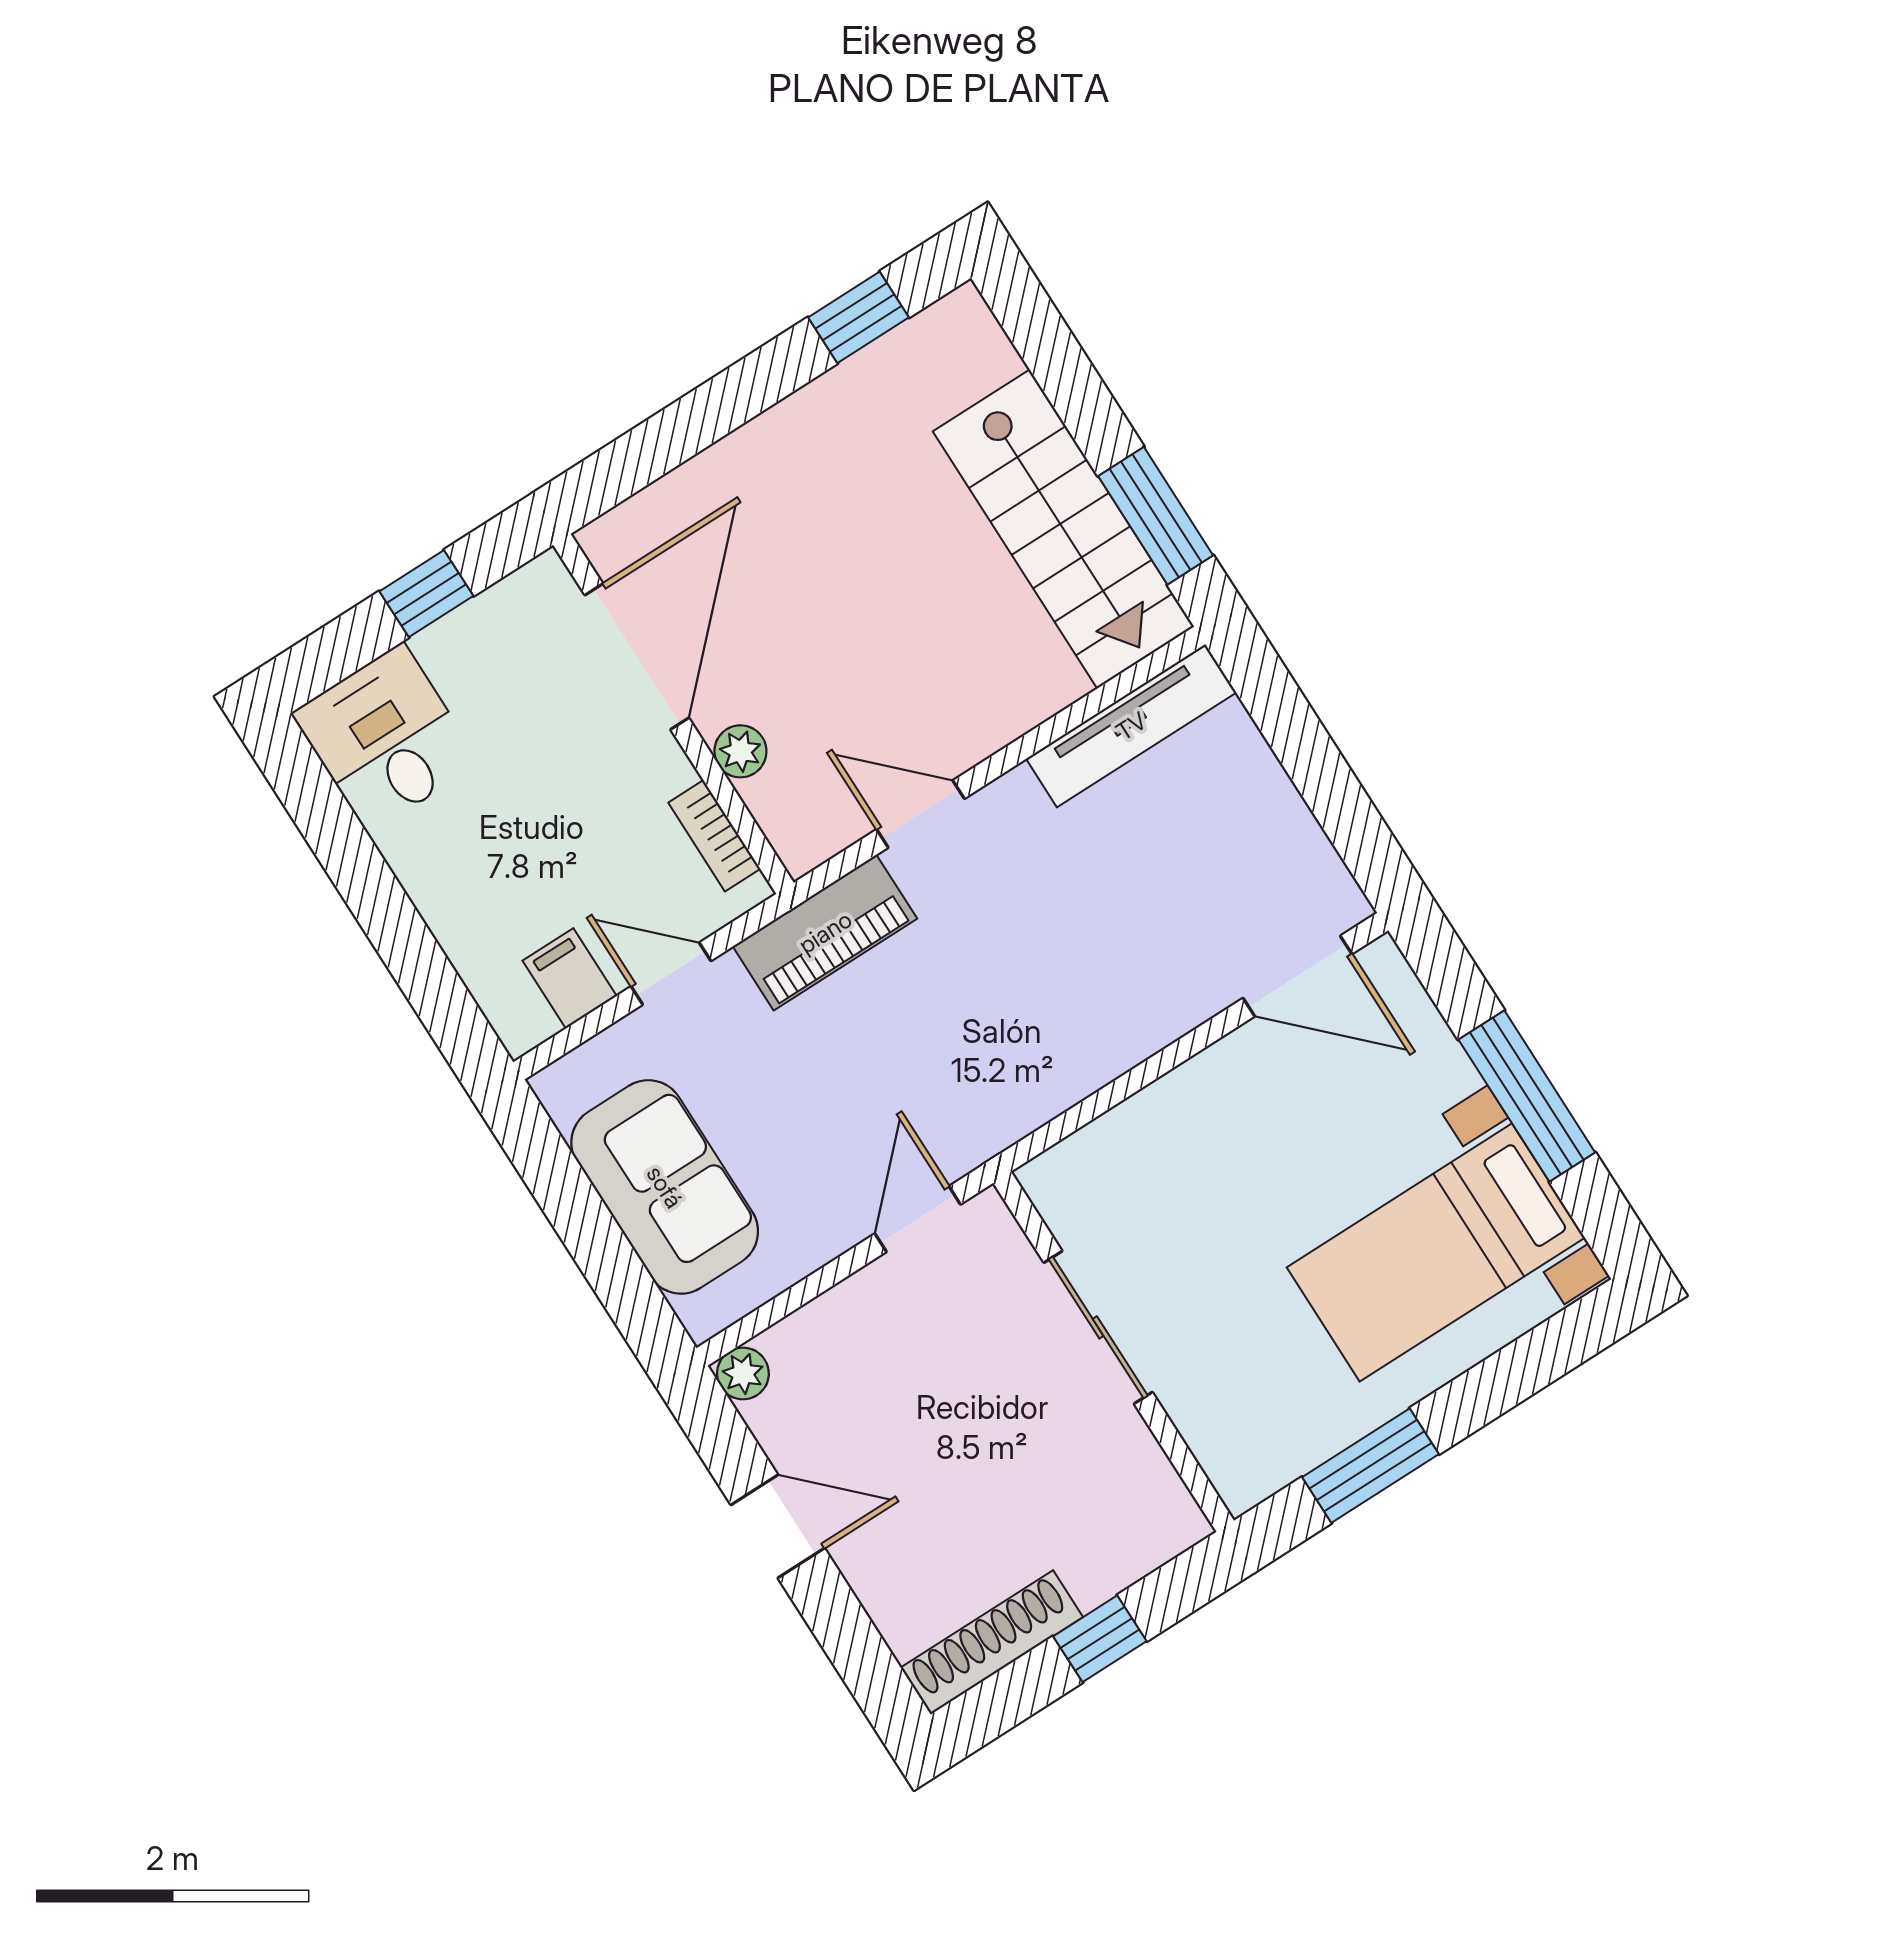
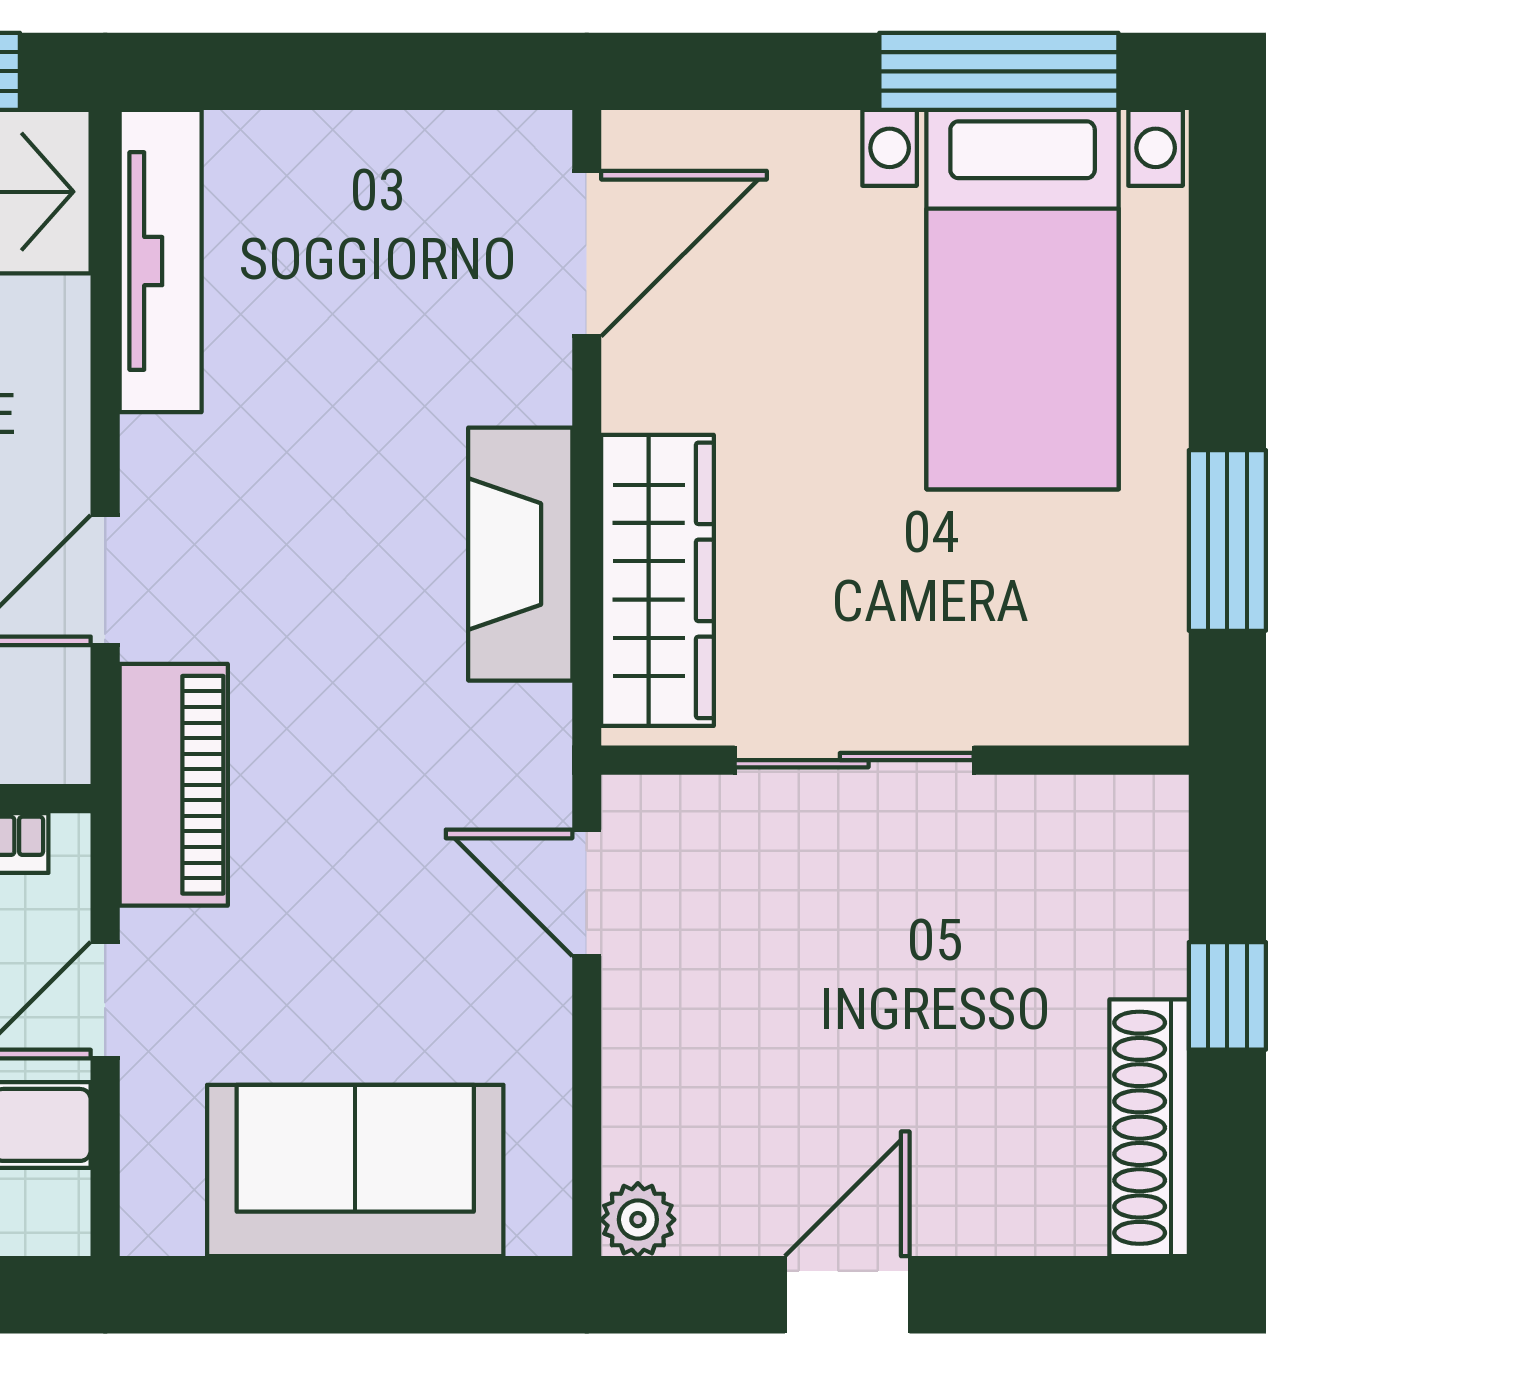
fireplace: (1094, 1051) -> (520, 554), added
window: (1527, 1096) -> (999, 71), moved
wardrobe: (1130, 1142) -> (658, 580), added

